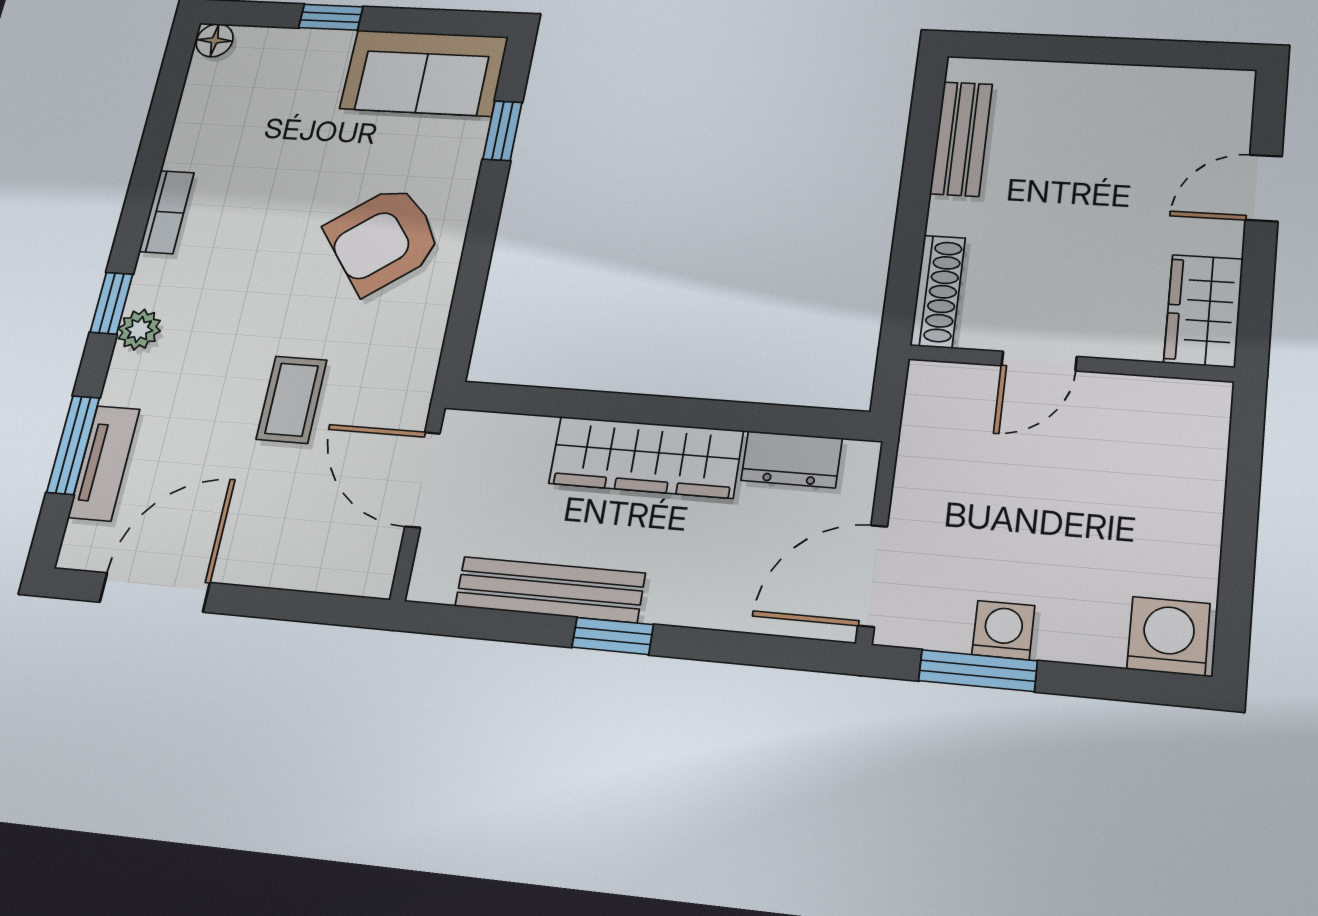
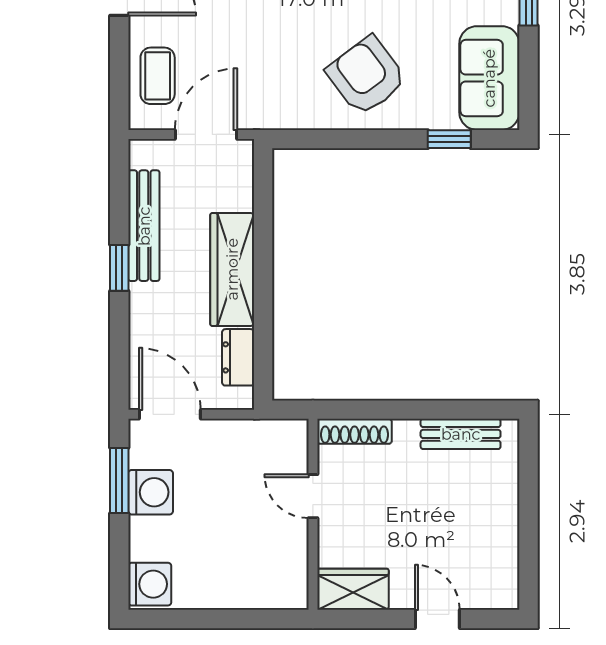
coffee table: (292, 400) -> (158, 76), moved, turned 90
washing machine: (1003, 630) -> (151, 492), width x1.38, depth x1.38

